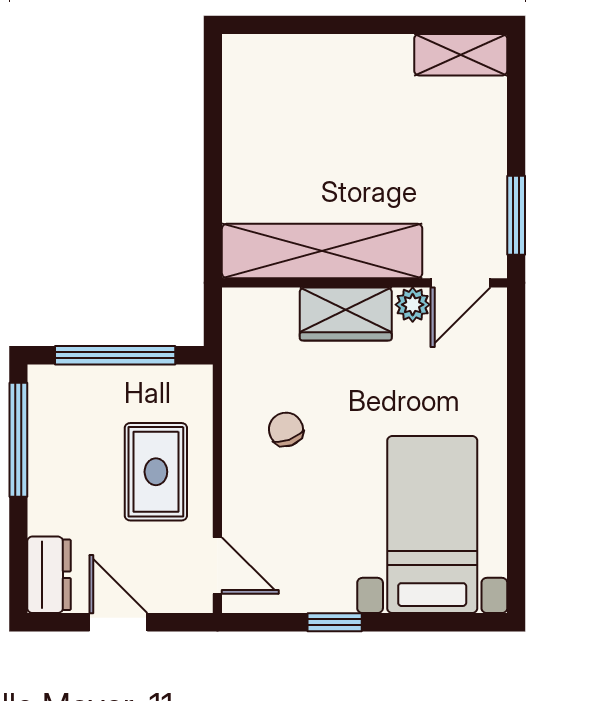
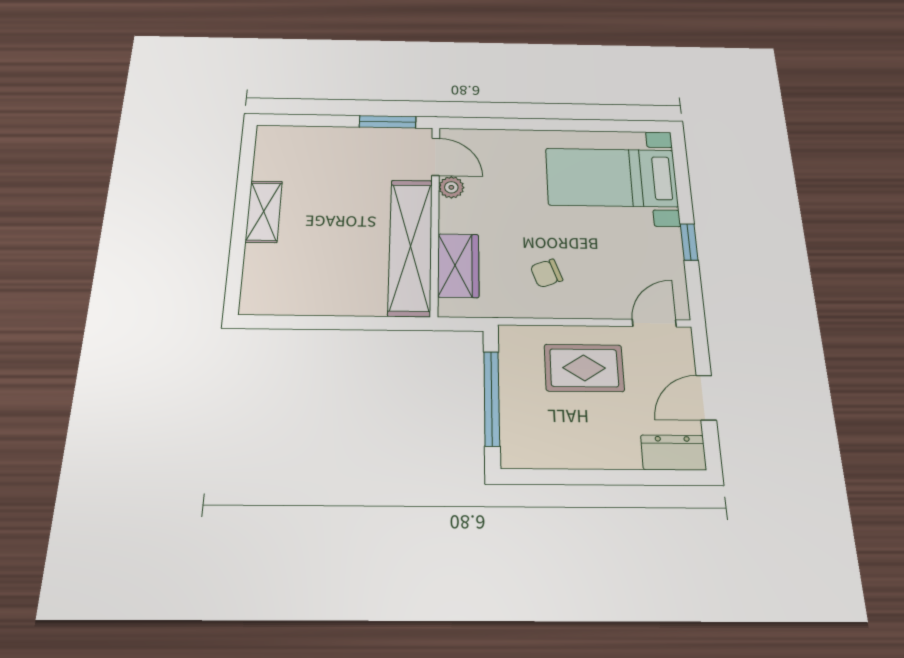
shelving: (461, 55) -> (264, 211), moved
wardrobe: (346, 314) -> (458, 265), moved
window: (18, 440) -> (564, 477), removed

